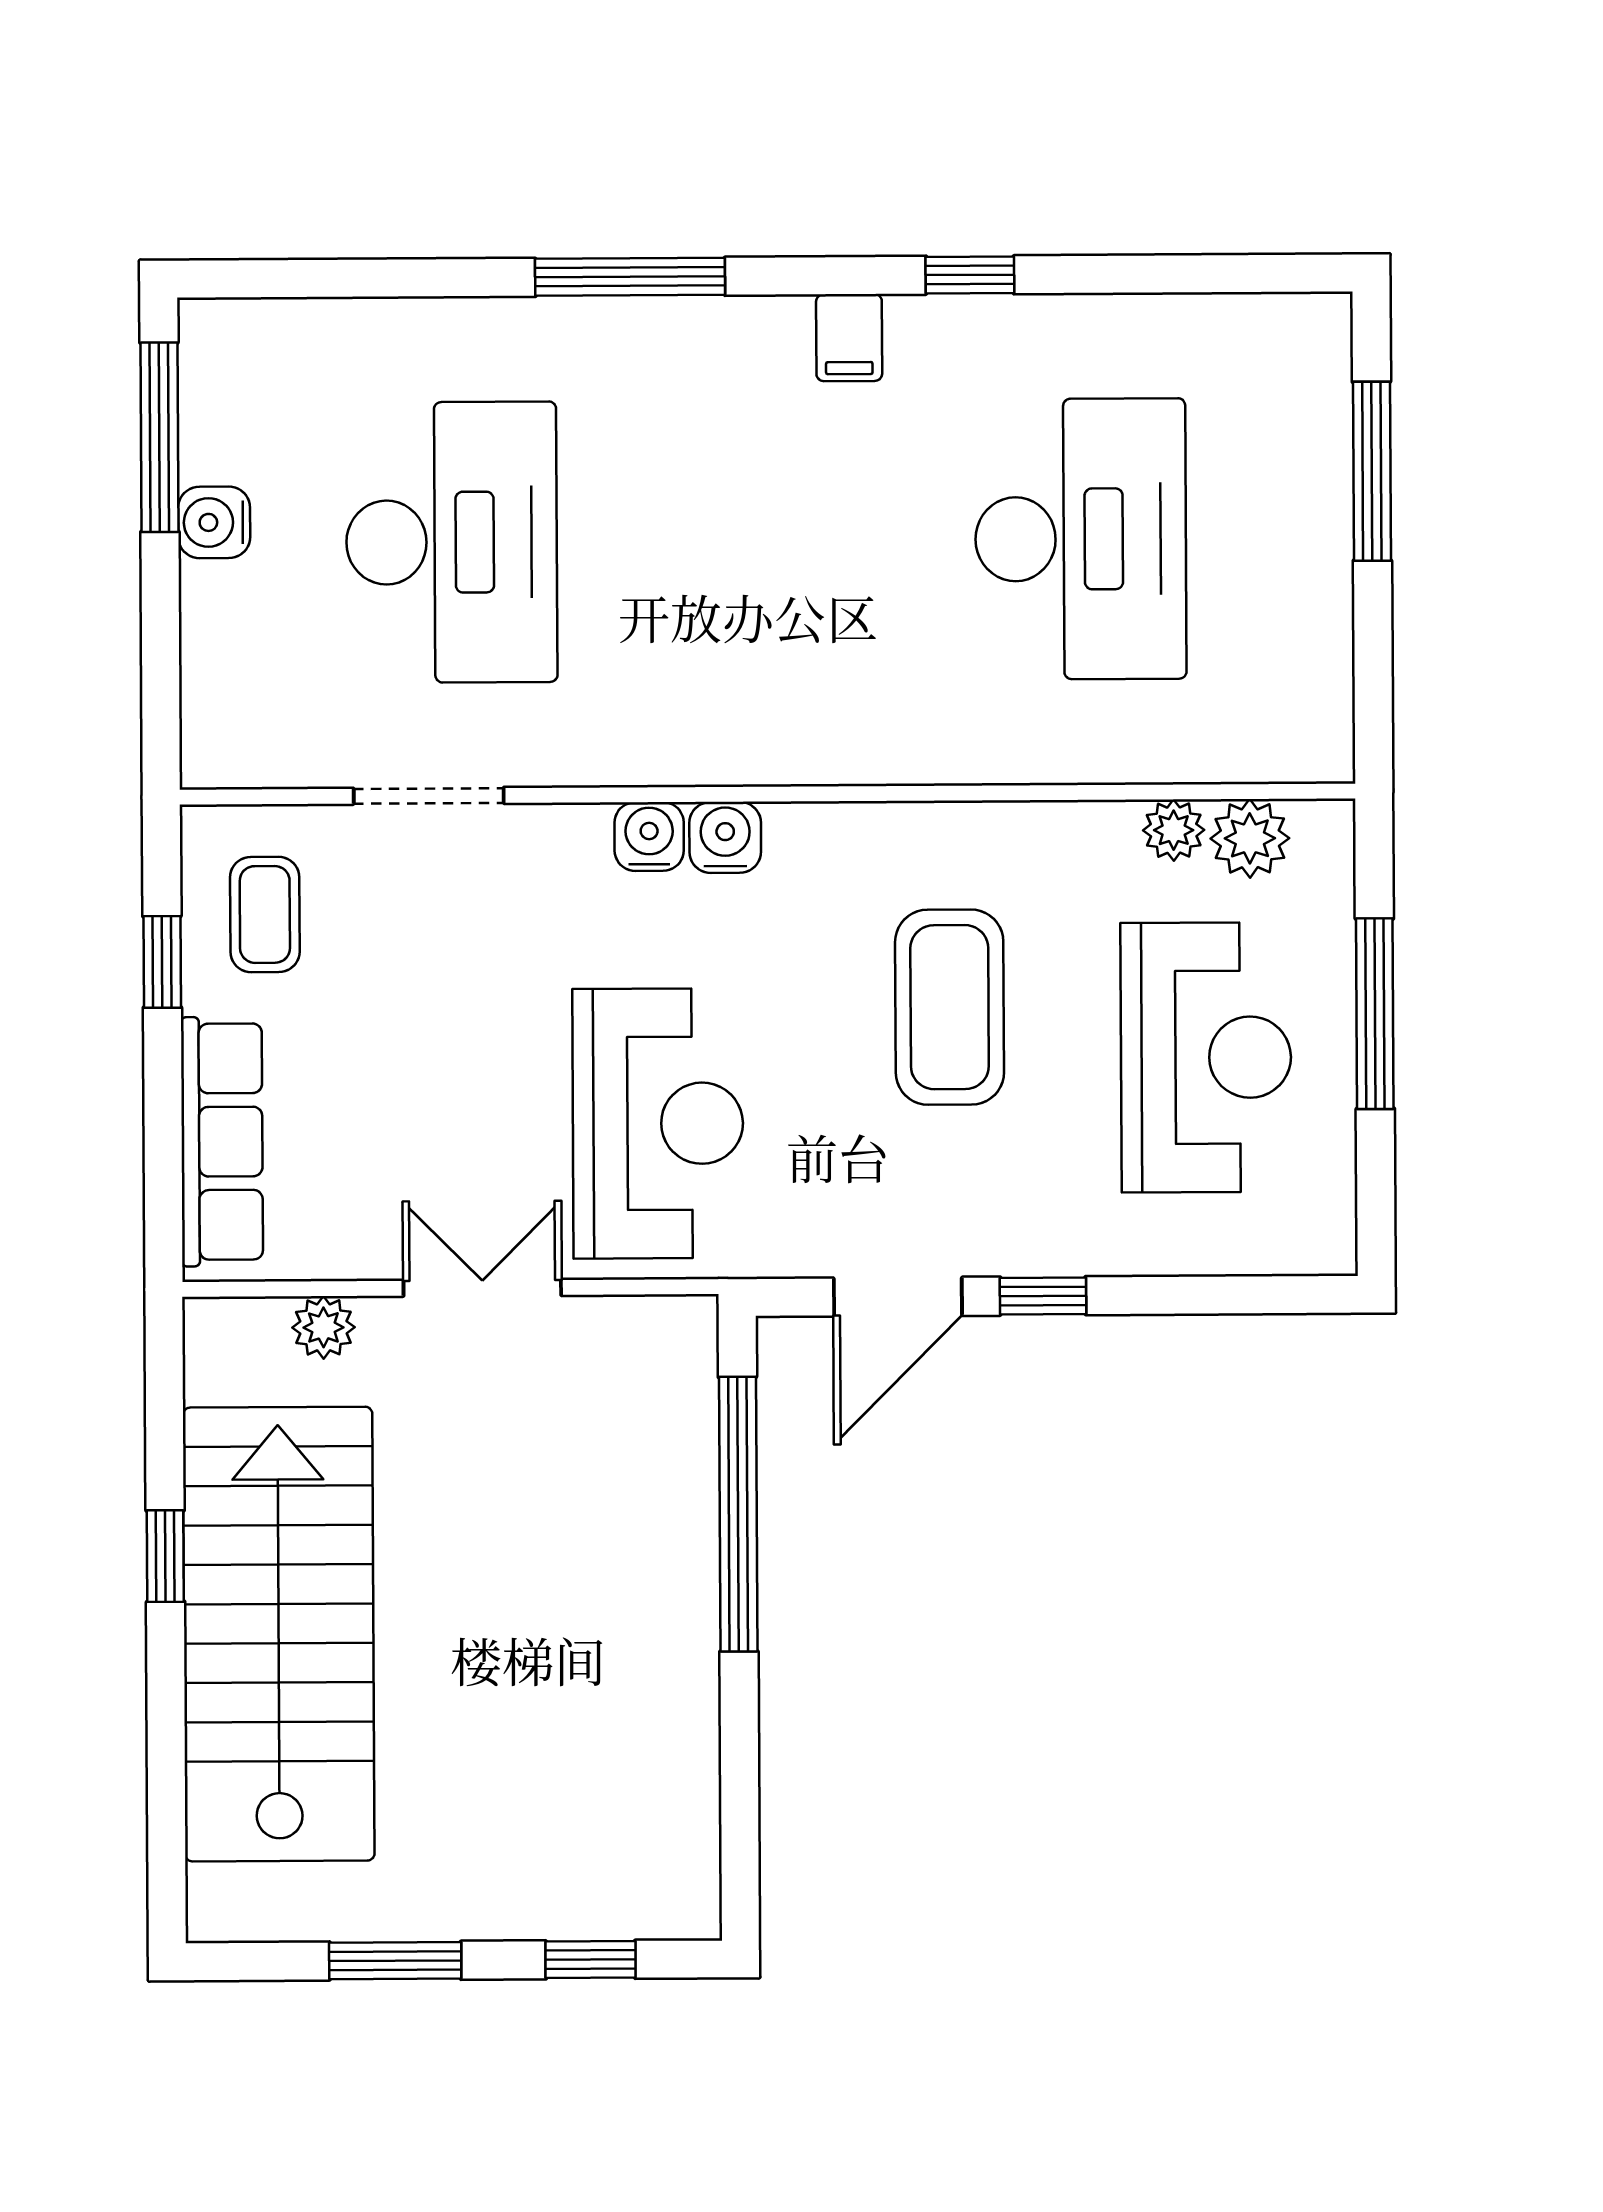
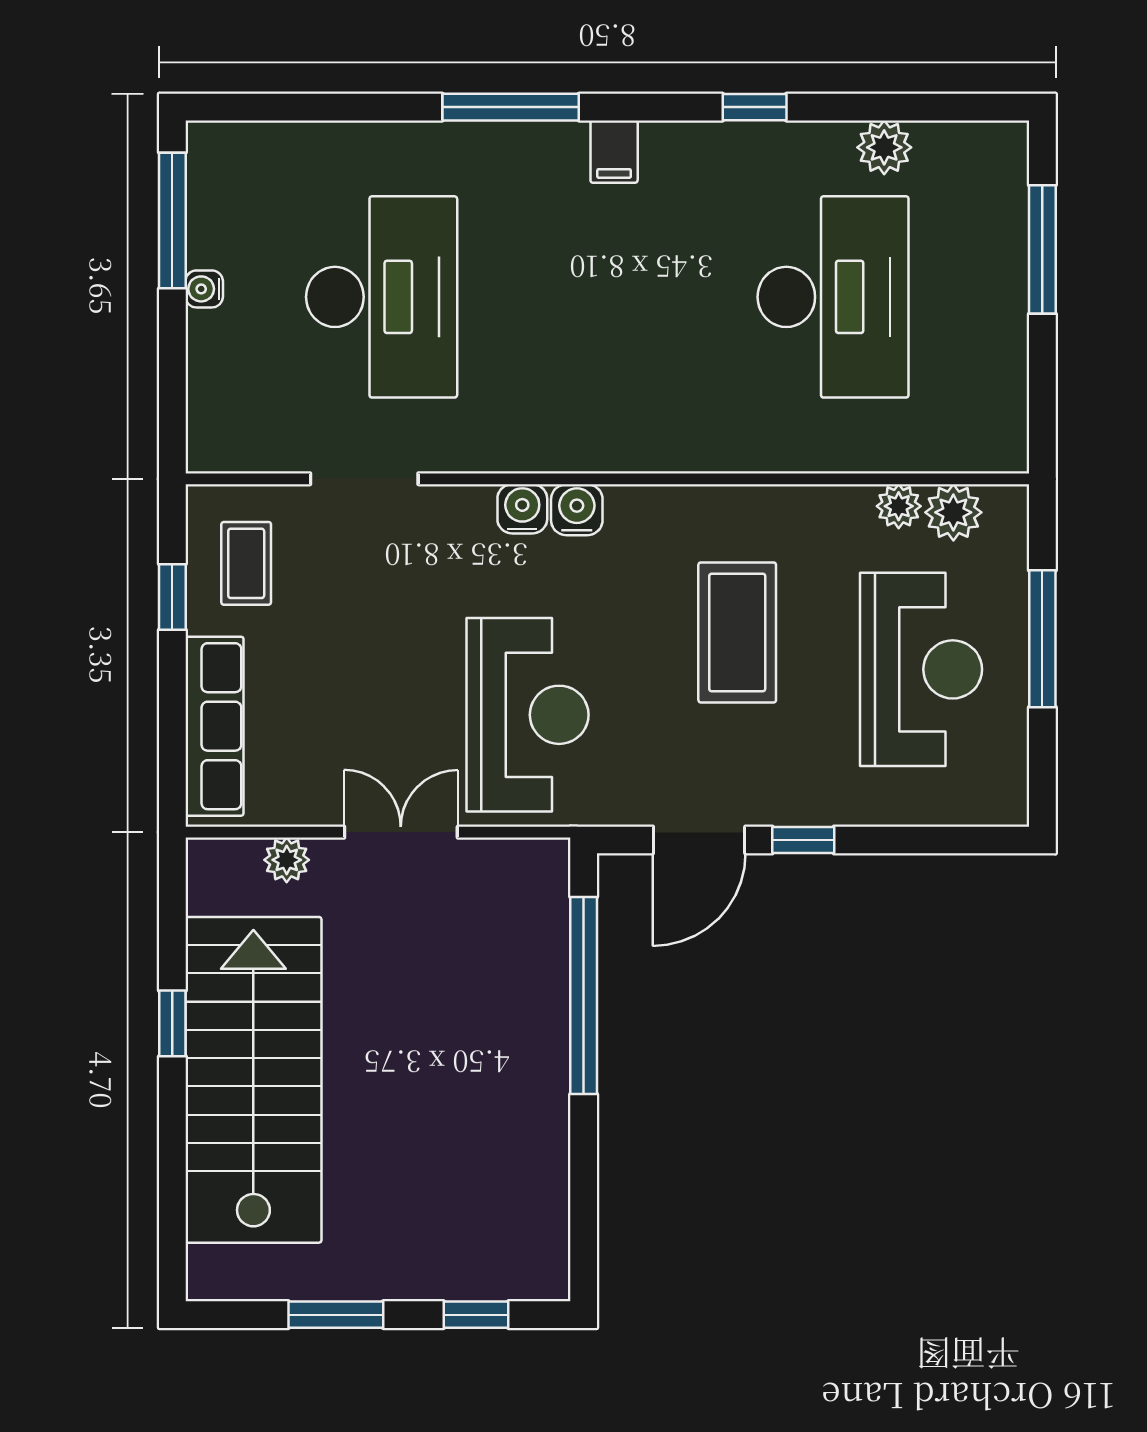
plant: (1151, 330) -> (884, 147), added
filing cabinet: (849, 338) -> (614, 152), moved
water cooler: (214, 522) -> (204, 289), width x0.72, depth x0.72

